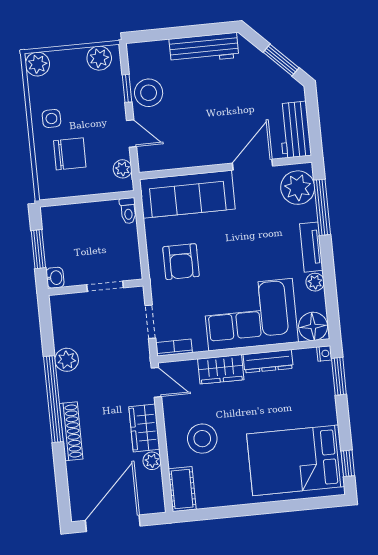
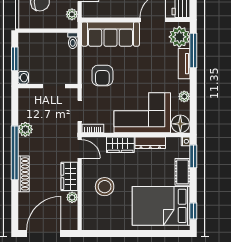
tv unit: (311, 247) -> (184, 64), moved
cot: (182, 489) -> (183, 172), moved

